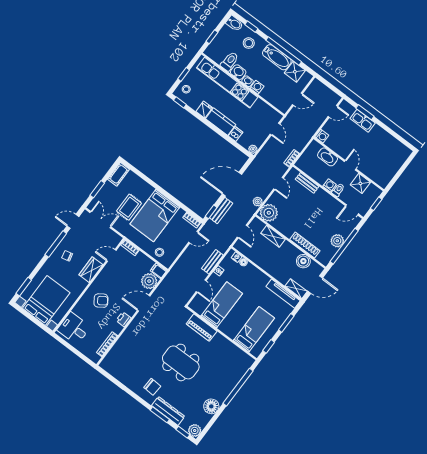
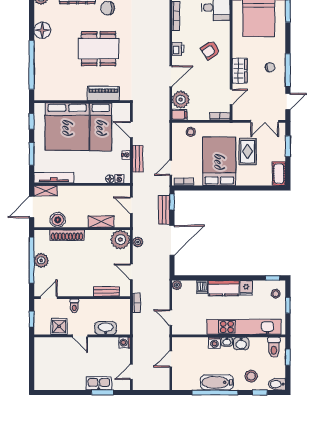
toilet: (230, 61) -> (274, 347), moved
shower: (295, 72) -> (191, 382), removed
washing machine: (329, 185) -> (85, 304), removed
bed: (254, 329) -> (67, 127), width x2.04

